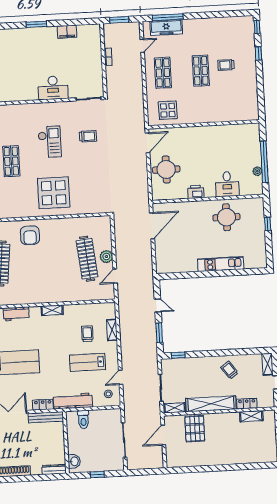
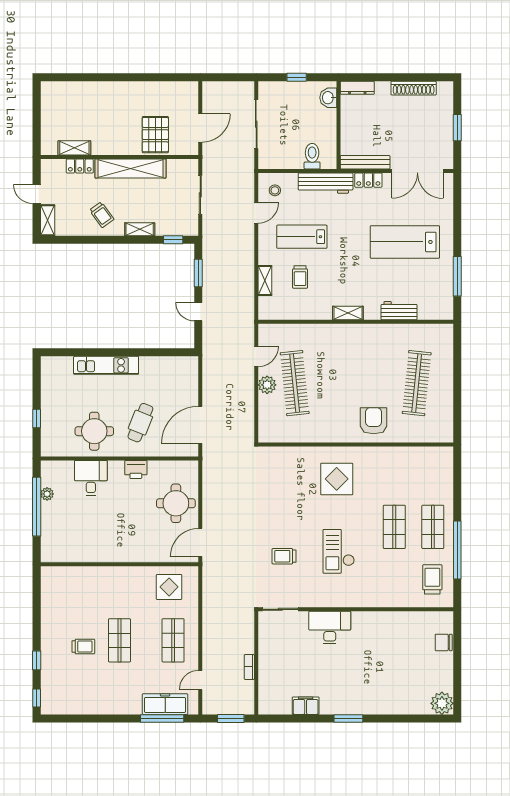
display table: (54, 193) -> (337, 479), width x0.73, depth x0.73
cafe table: (194, 225) -> (140, 423), added
lab bench: (87, 362) -> (302, 237), turned 180
shelving: (175, 408) -> (140, 229), moved

